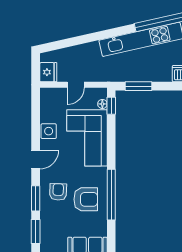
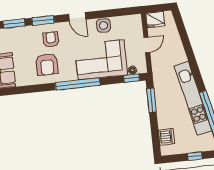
door: (76, 85) -> (147, 45), swing flipped
armchair: (58, 192) -> (51, 40), turned -92
window: (111, 195) -> (78, 84), moved

